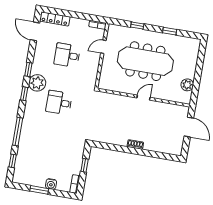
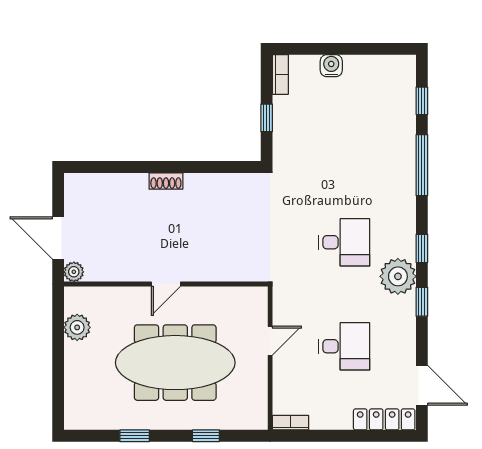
door: (103, 47) -> (270, 341), moved
plant: (184, 110) -> (74, 272), added
window: (39, 190) -> (354, 49), removed

